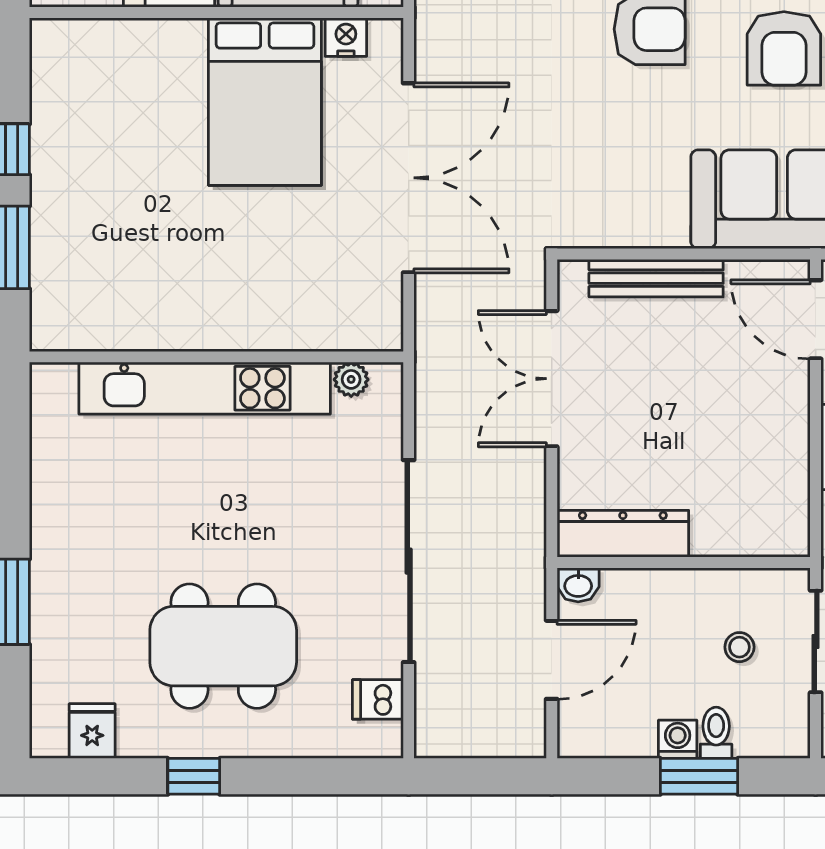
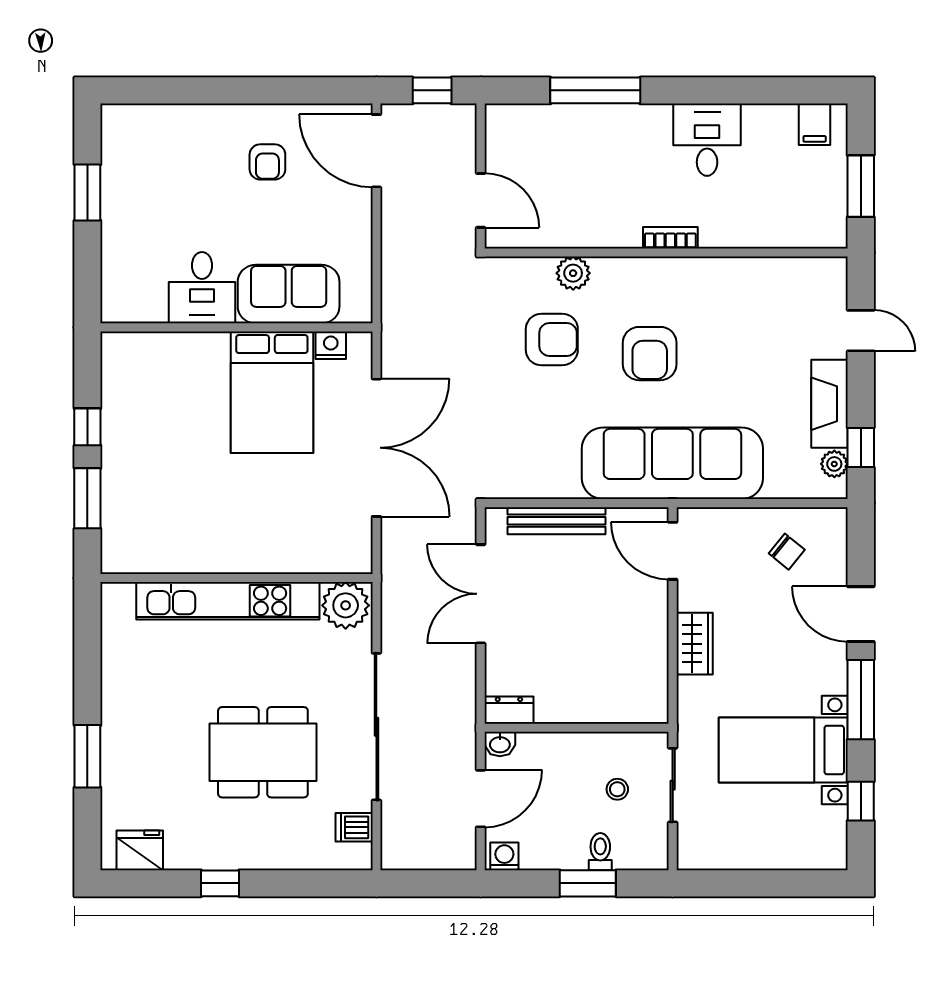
plant: (351, 379) -> (346, 605), width x1.88, depth x1.88
dresser: (623, 534) -> (509, 710), width x0.51, depth x0.80
dining table: (223, 646) -> (263, 752), moved
fridge: (92, 731) -> (140, 850), width x1.38
washing machine: (678, 739) -> (504, 856), moved

